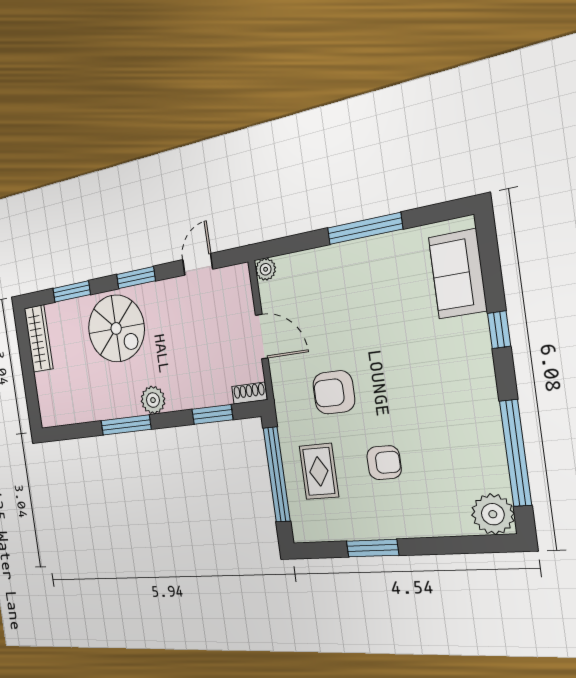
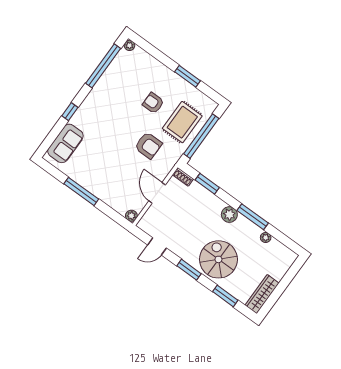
plant: (91, 413) -> (266, 238), added
rug: (319, 471) -> (182, 122), width x1.36, depth x1.43
plant: (493, 514) -> (129, 45), width x0.53, depth x0.53

